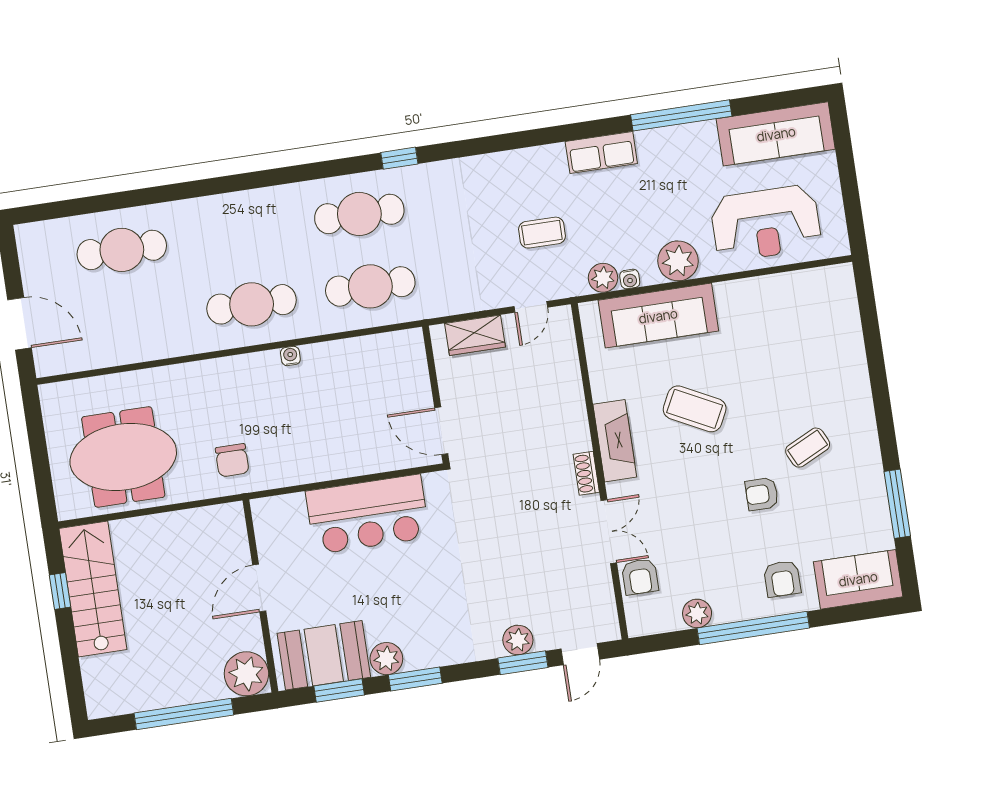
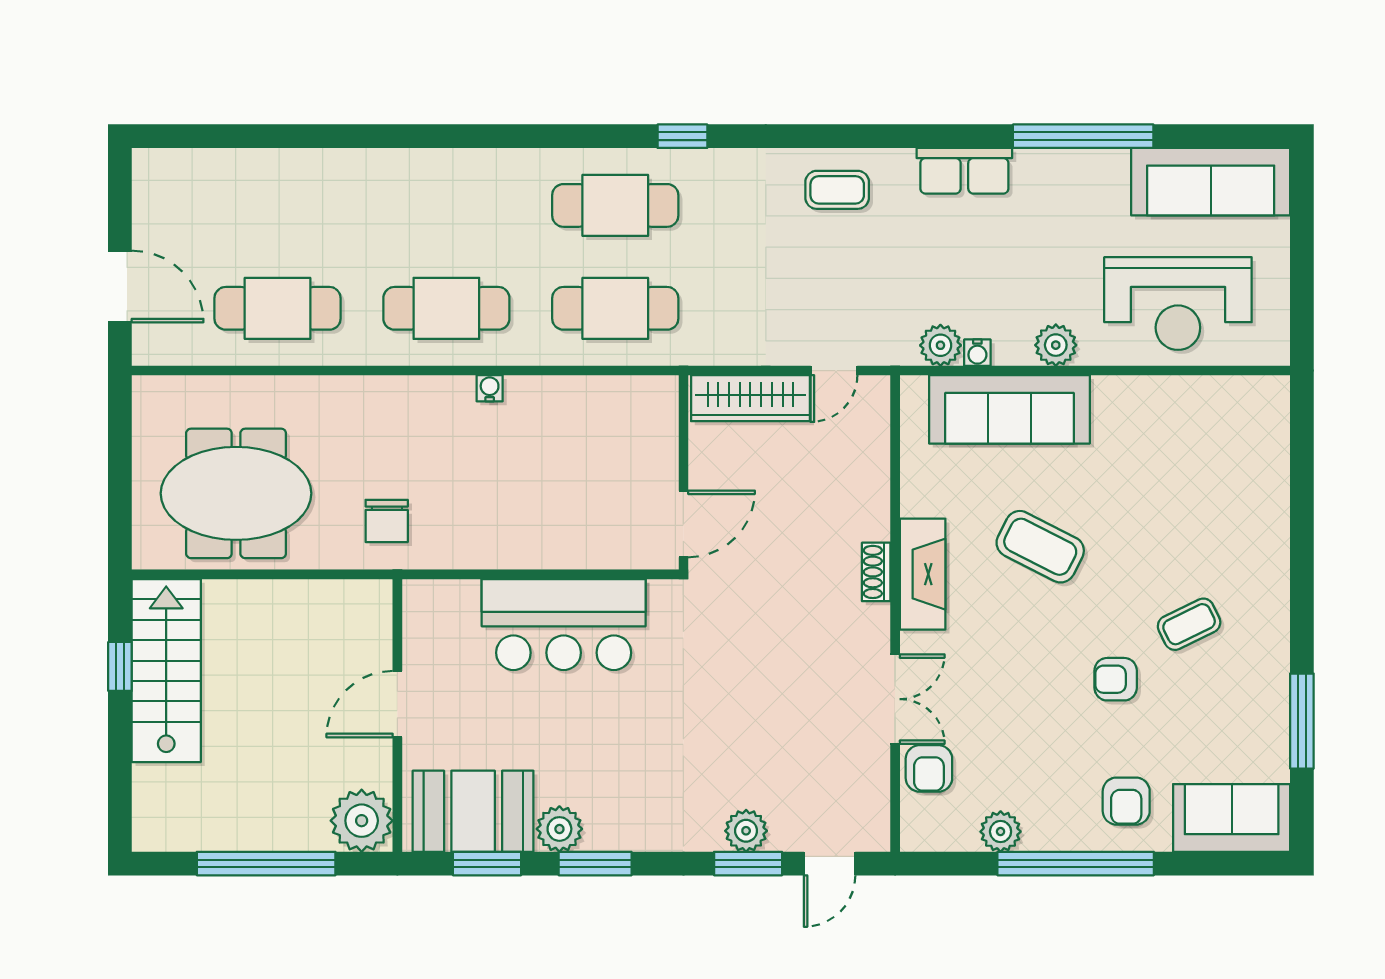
coffee table: (542, 233) -> (837, 190), moved
cafe table: (122, 250) -> (278, 308), moved
plant: (678, 261) -> (1056, 345), width x0.73, depth x0.73
wardrobe: (475, 335) -> (750, 398), width x1.50
door: (441, 431) -> (683, 524), swing flipped
shoe rack: (586, 473) -> (876, 572), moved

